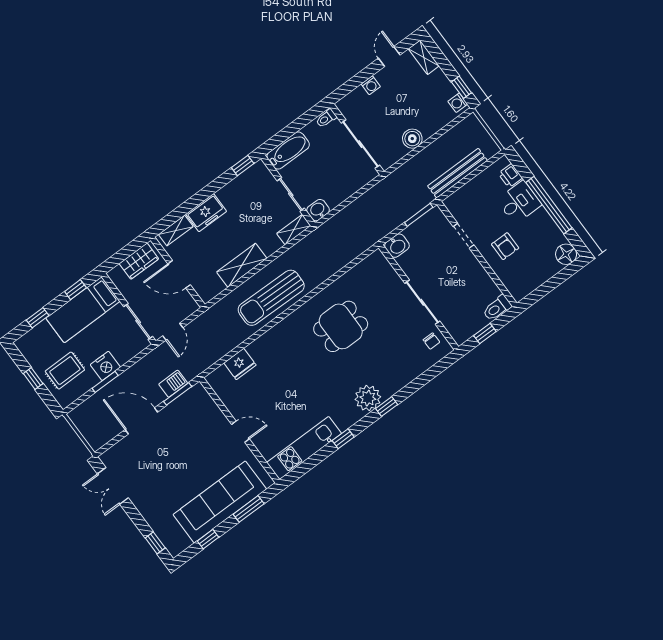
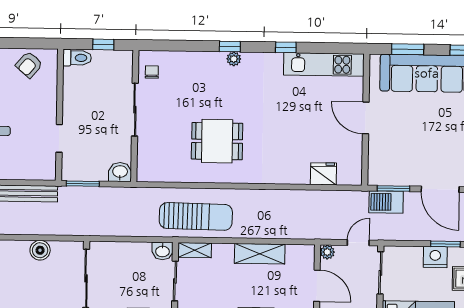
armchair: (505, 246) -> (29, 65), moved, turned -139
sun lounger: (271, 298) -> (196, 216), moved
plant: (191, 306) -> (327, 252), added
barbecue: (173, 384) -> (386, 202), width x1.38, depth x1.27
plant: (368, 398) -> (234, 59), width x0.53, depth x0.53
door: (240, 432) -> (366, 118), width x1.38

